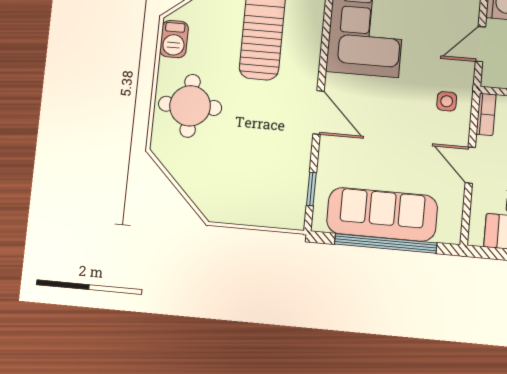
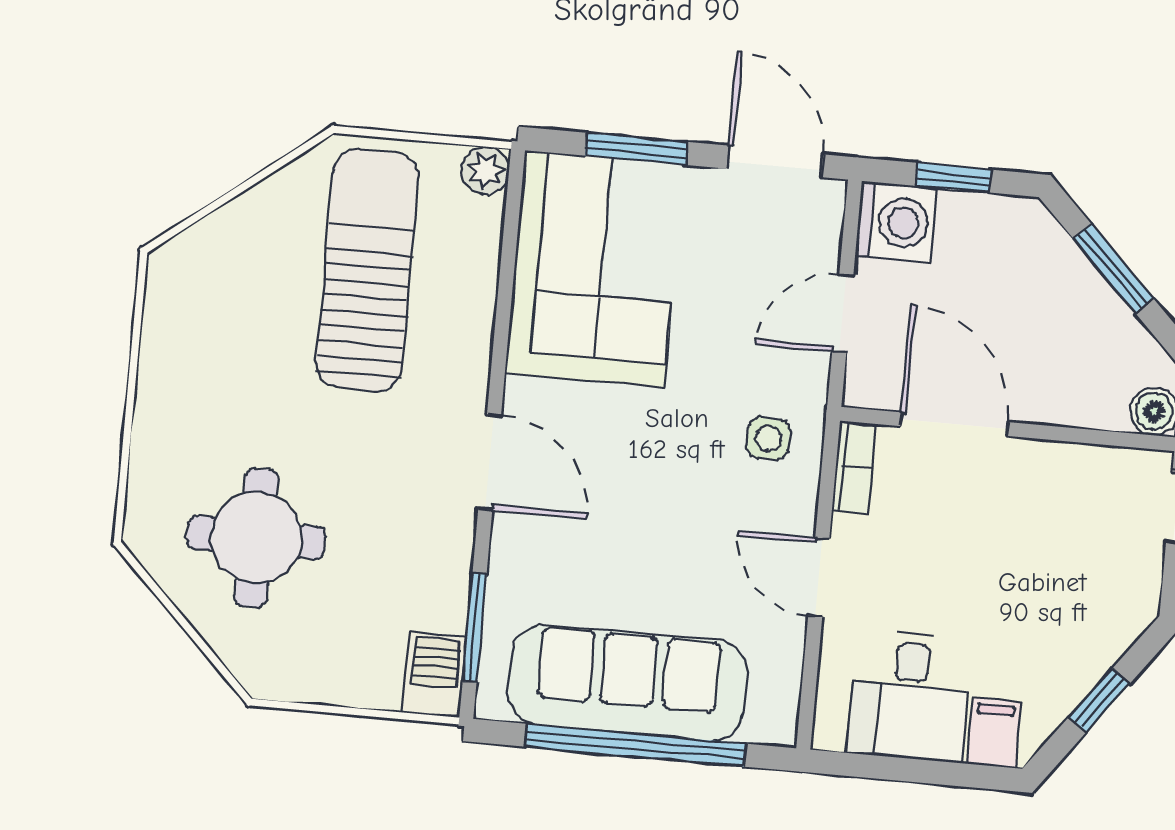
barbecue: (174, 39) -> (434, 675), moved, turned 180
round table: (190, 106) -> (256, 538), moved
window: (311, 189) -> (475, 628), width x1.50

